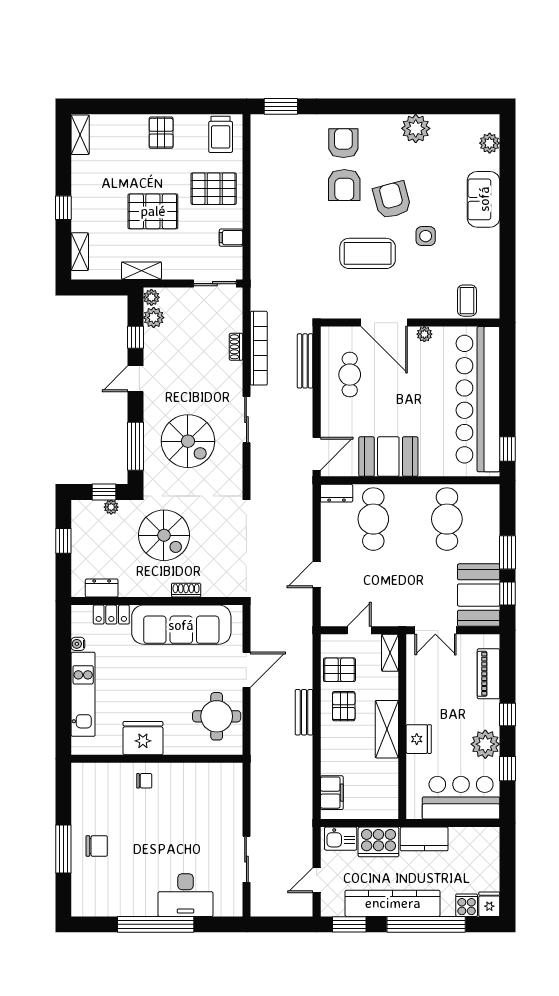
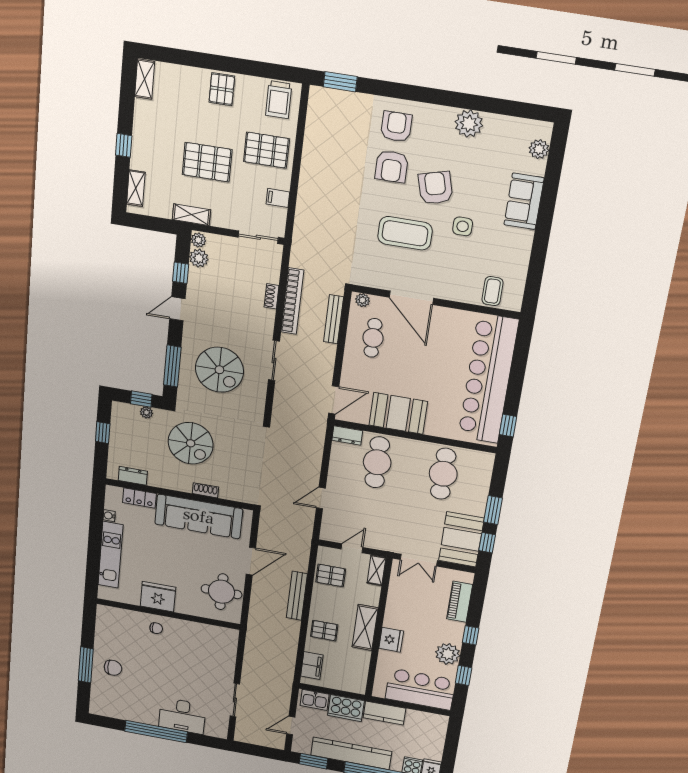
plant: (424, 334) -> (363, 300), moved
pallet: (344, 706) -> (324, 631), moved, turned 90
bench: (304, 712) -> (297, 596), width x1.36

